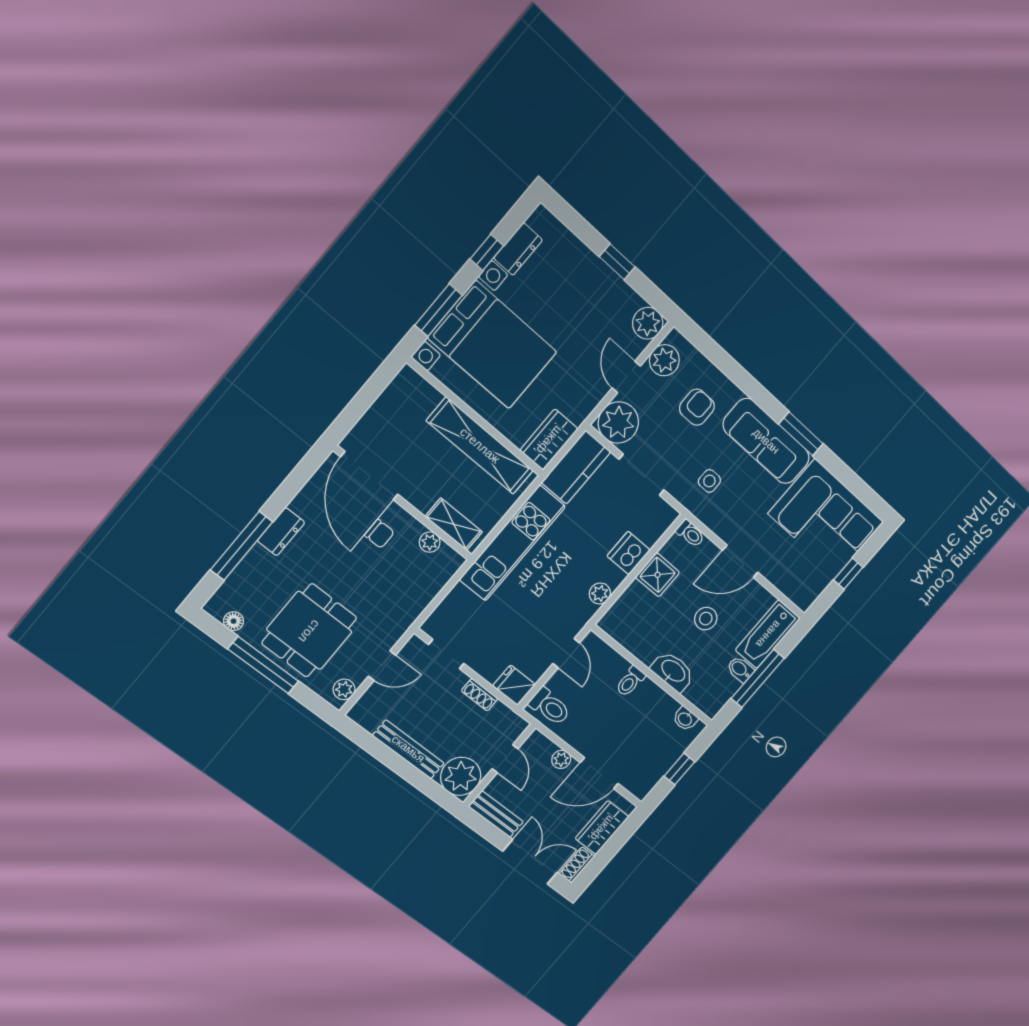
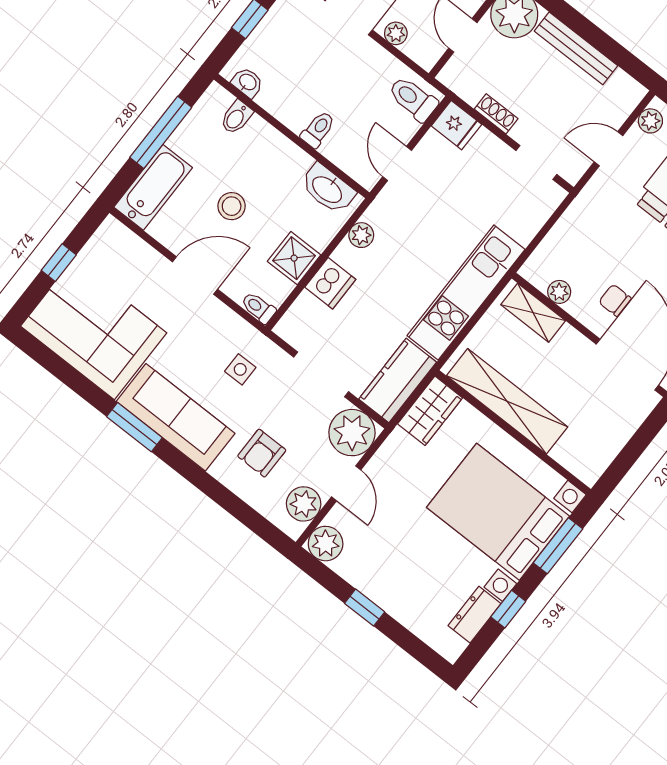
bidet: (740, 669) -> (236, 117), moved, turned 90
washbasin: (673, 671) -> (328, 189), moved

